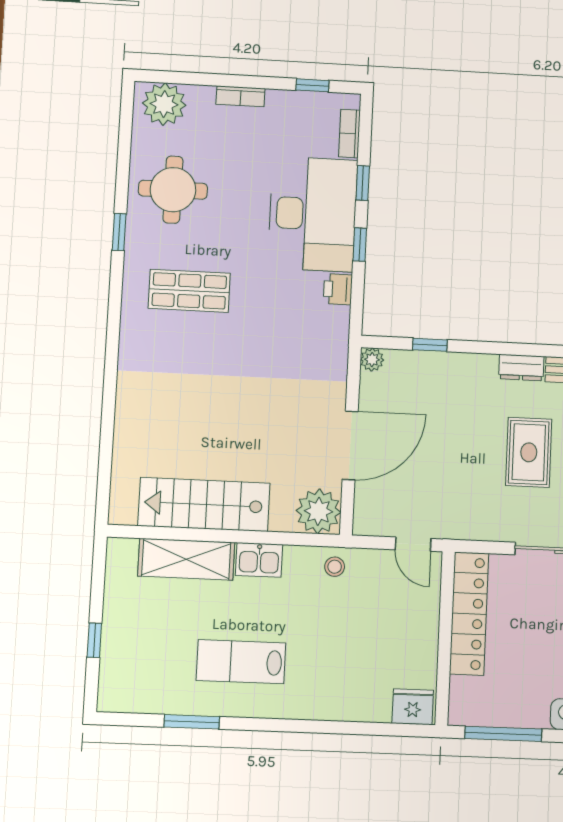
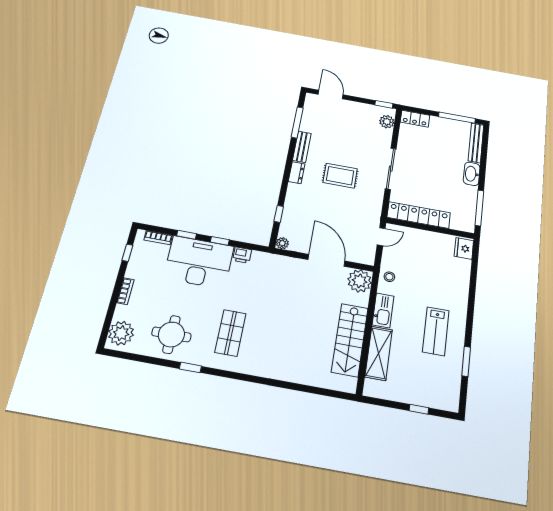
kitchen sink: (259, 560) -> (383, 310), width x1.38

